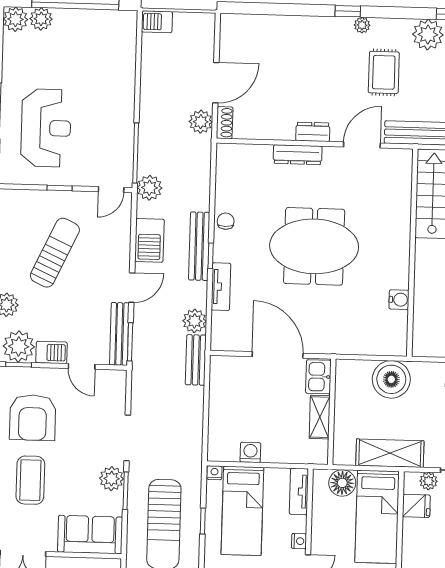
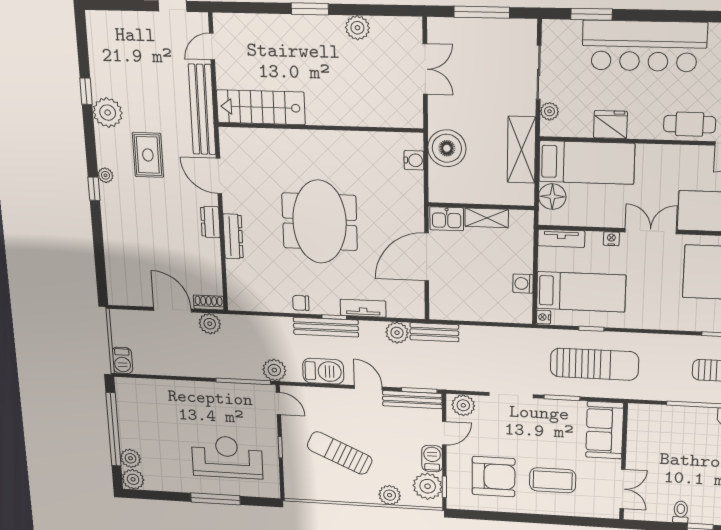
rug: (384, 72) -> (148, 155), turned 90
water cooler: (399, 300) -> (414, 160), moved, turned 90
plant: (112, 479) -> (463, 405), moved
fridge: (416, 506) -> (610, 125), moved, width x1.38

